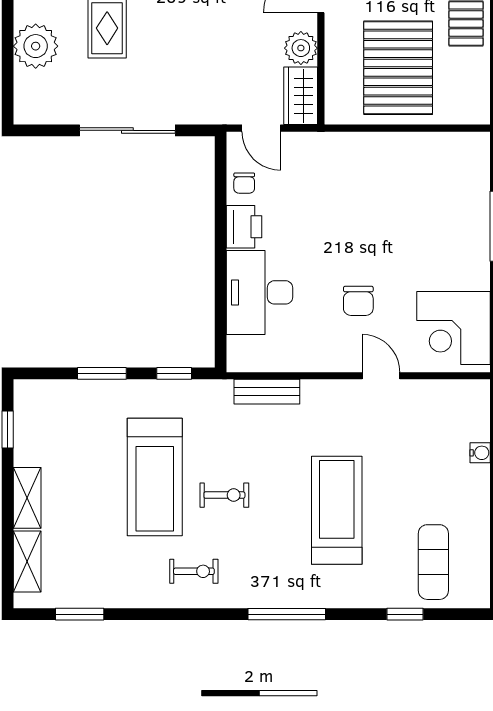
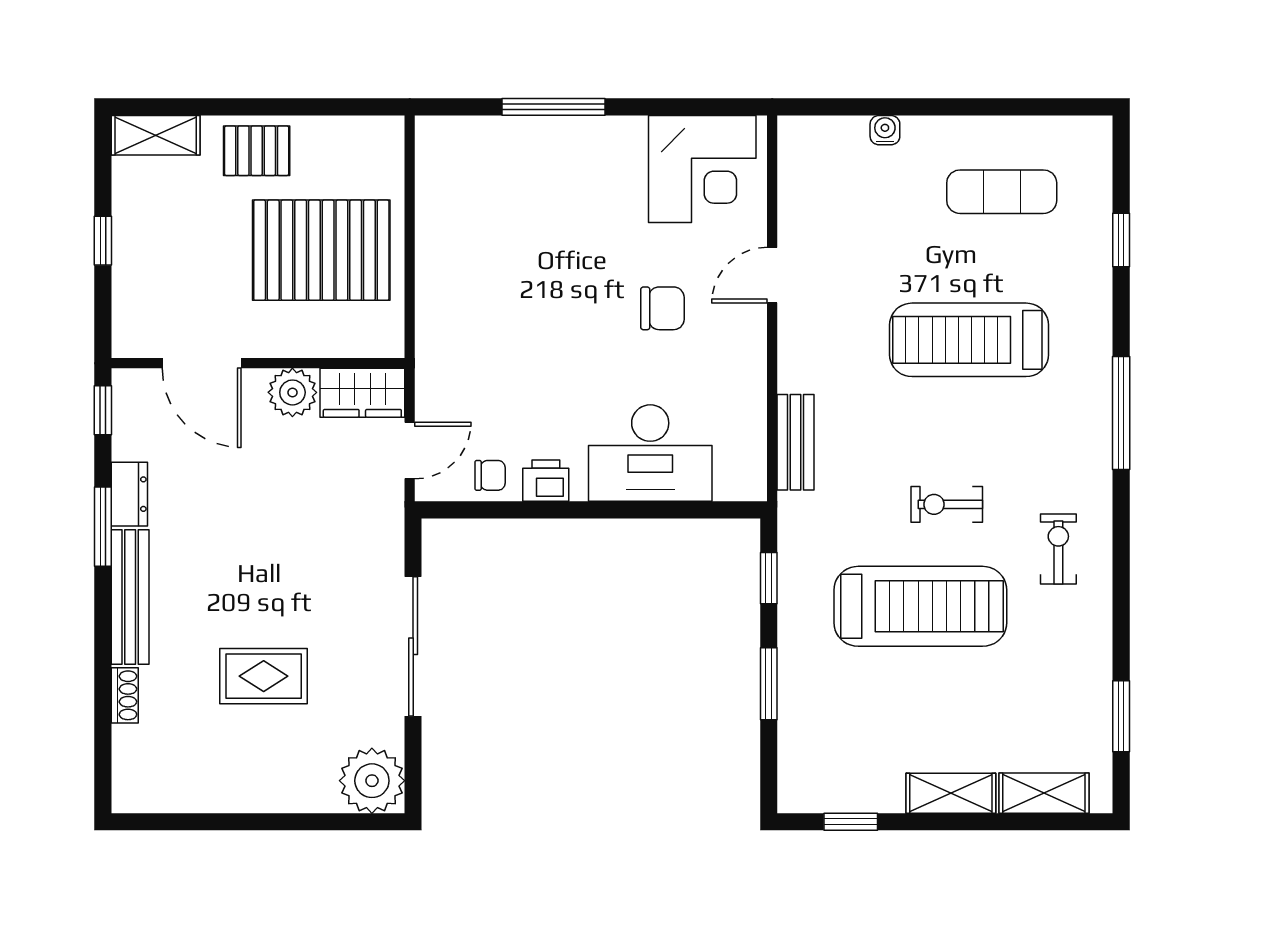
plant: (36, 46) -> (372, 781), moved
printer: (244, 227) -> (546, 481), width x0.73, depth x0.81
exercise bike: (224, 495) -> (947, 504), turned -90
exercise mat: (433, 562) -> (1002, 192), moved

